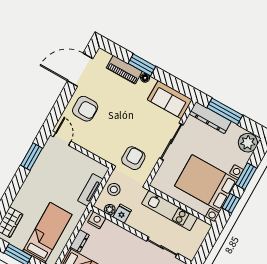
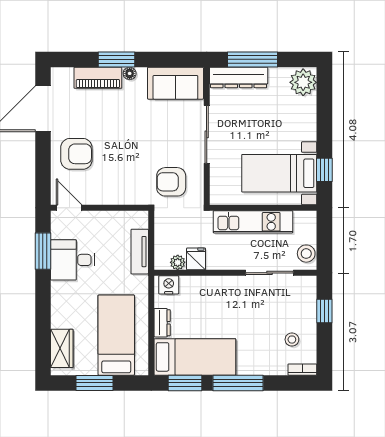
armchair: (133, 158) -> (171, 182), turned -90
desk: (47, 172) -> (73, 260), added
window: (246, 176) -> (324, 125), removed
bed with nightstands: (206, 183) -> (279, 173), width x0.73
stool: (114, 189) -> (306, 254), moved

